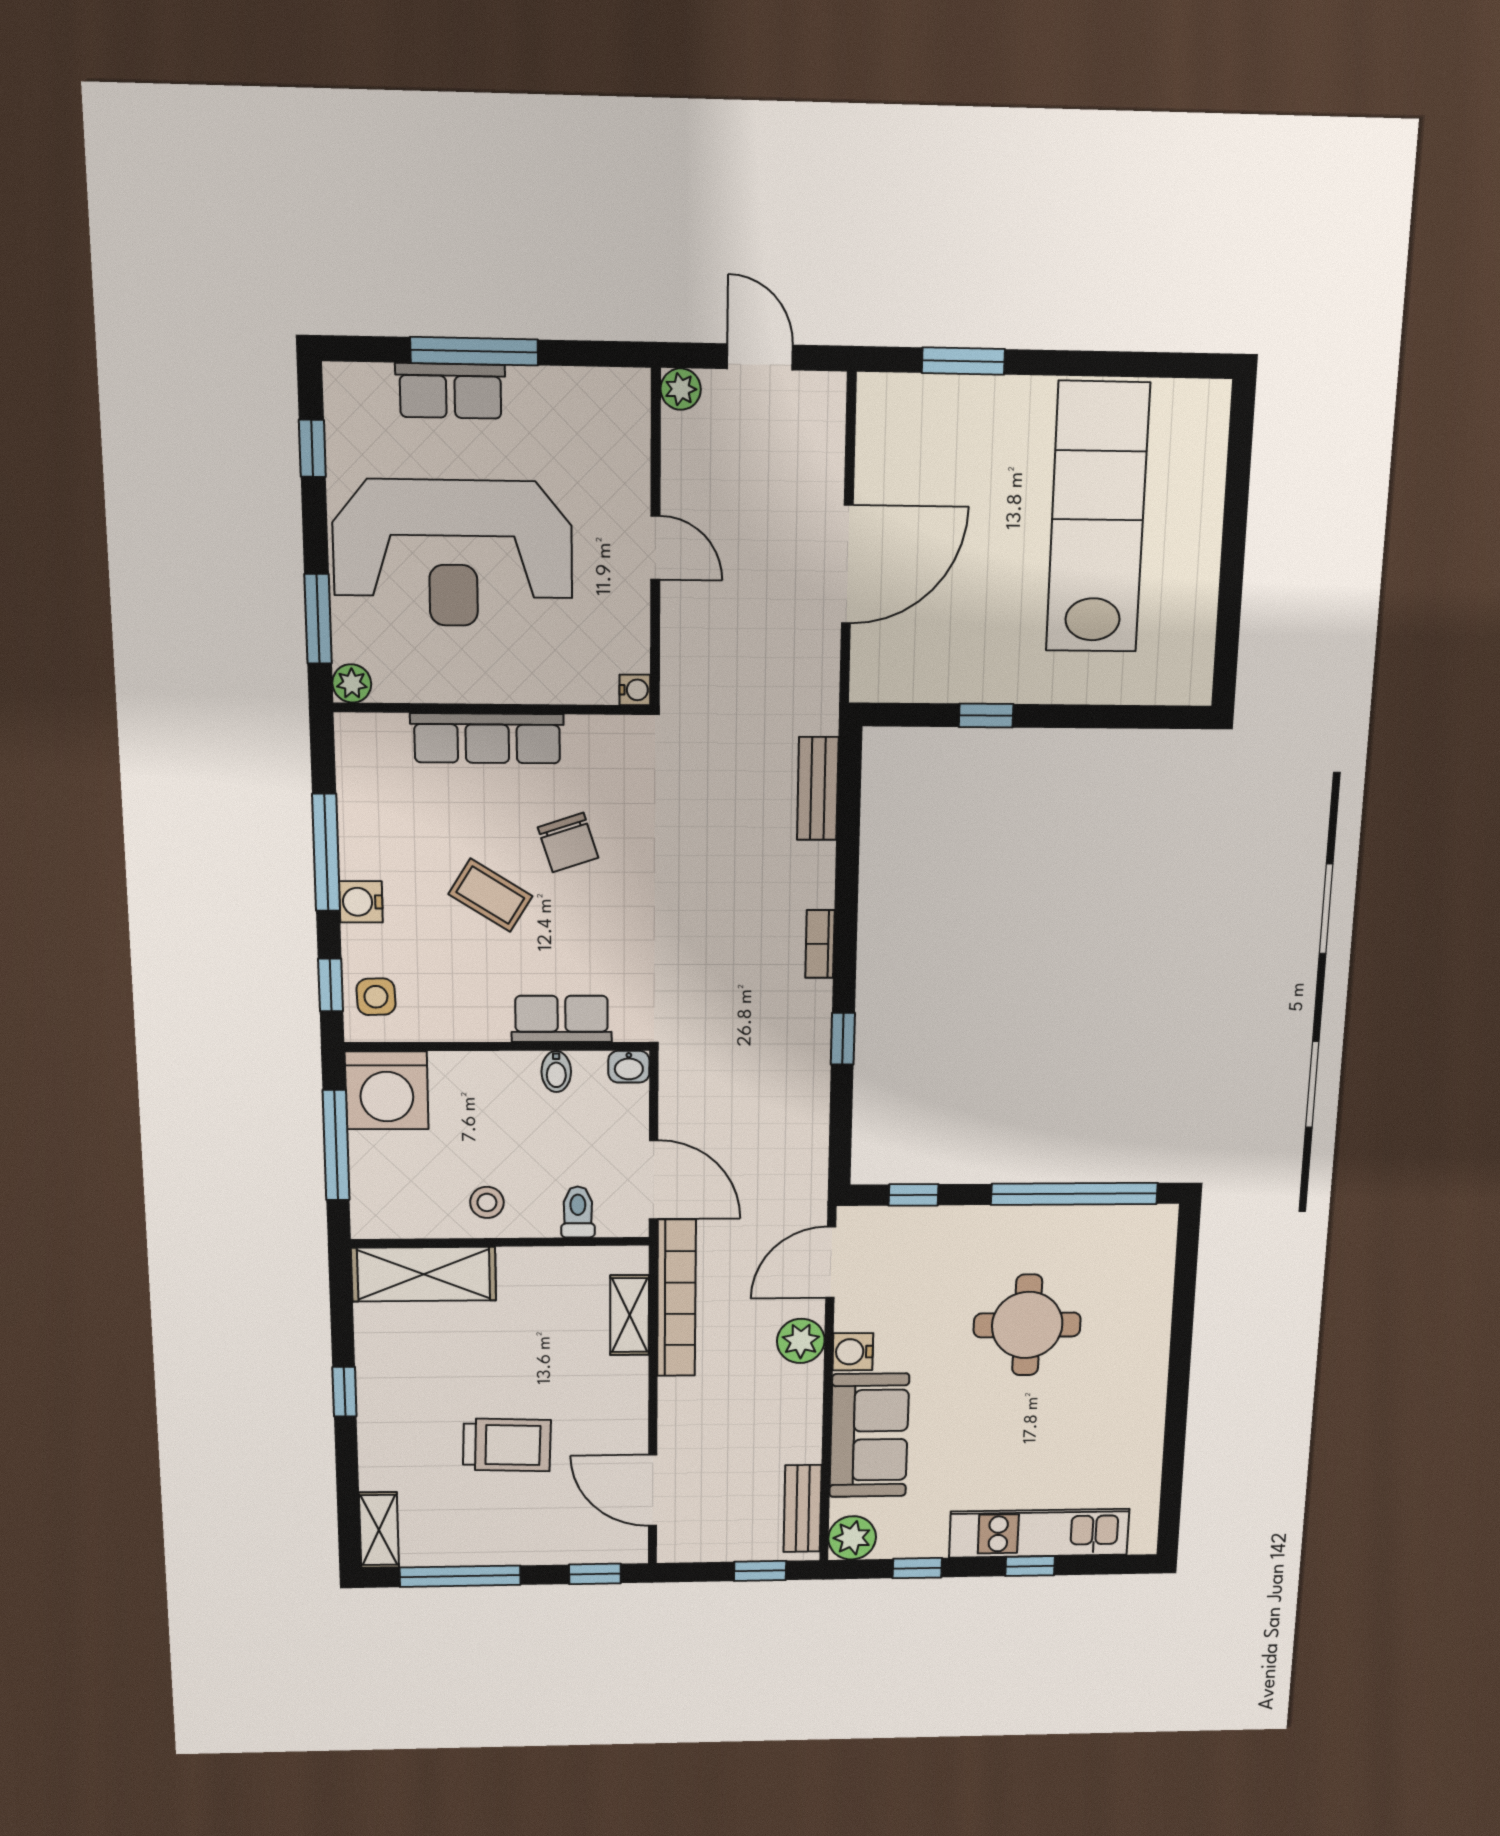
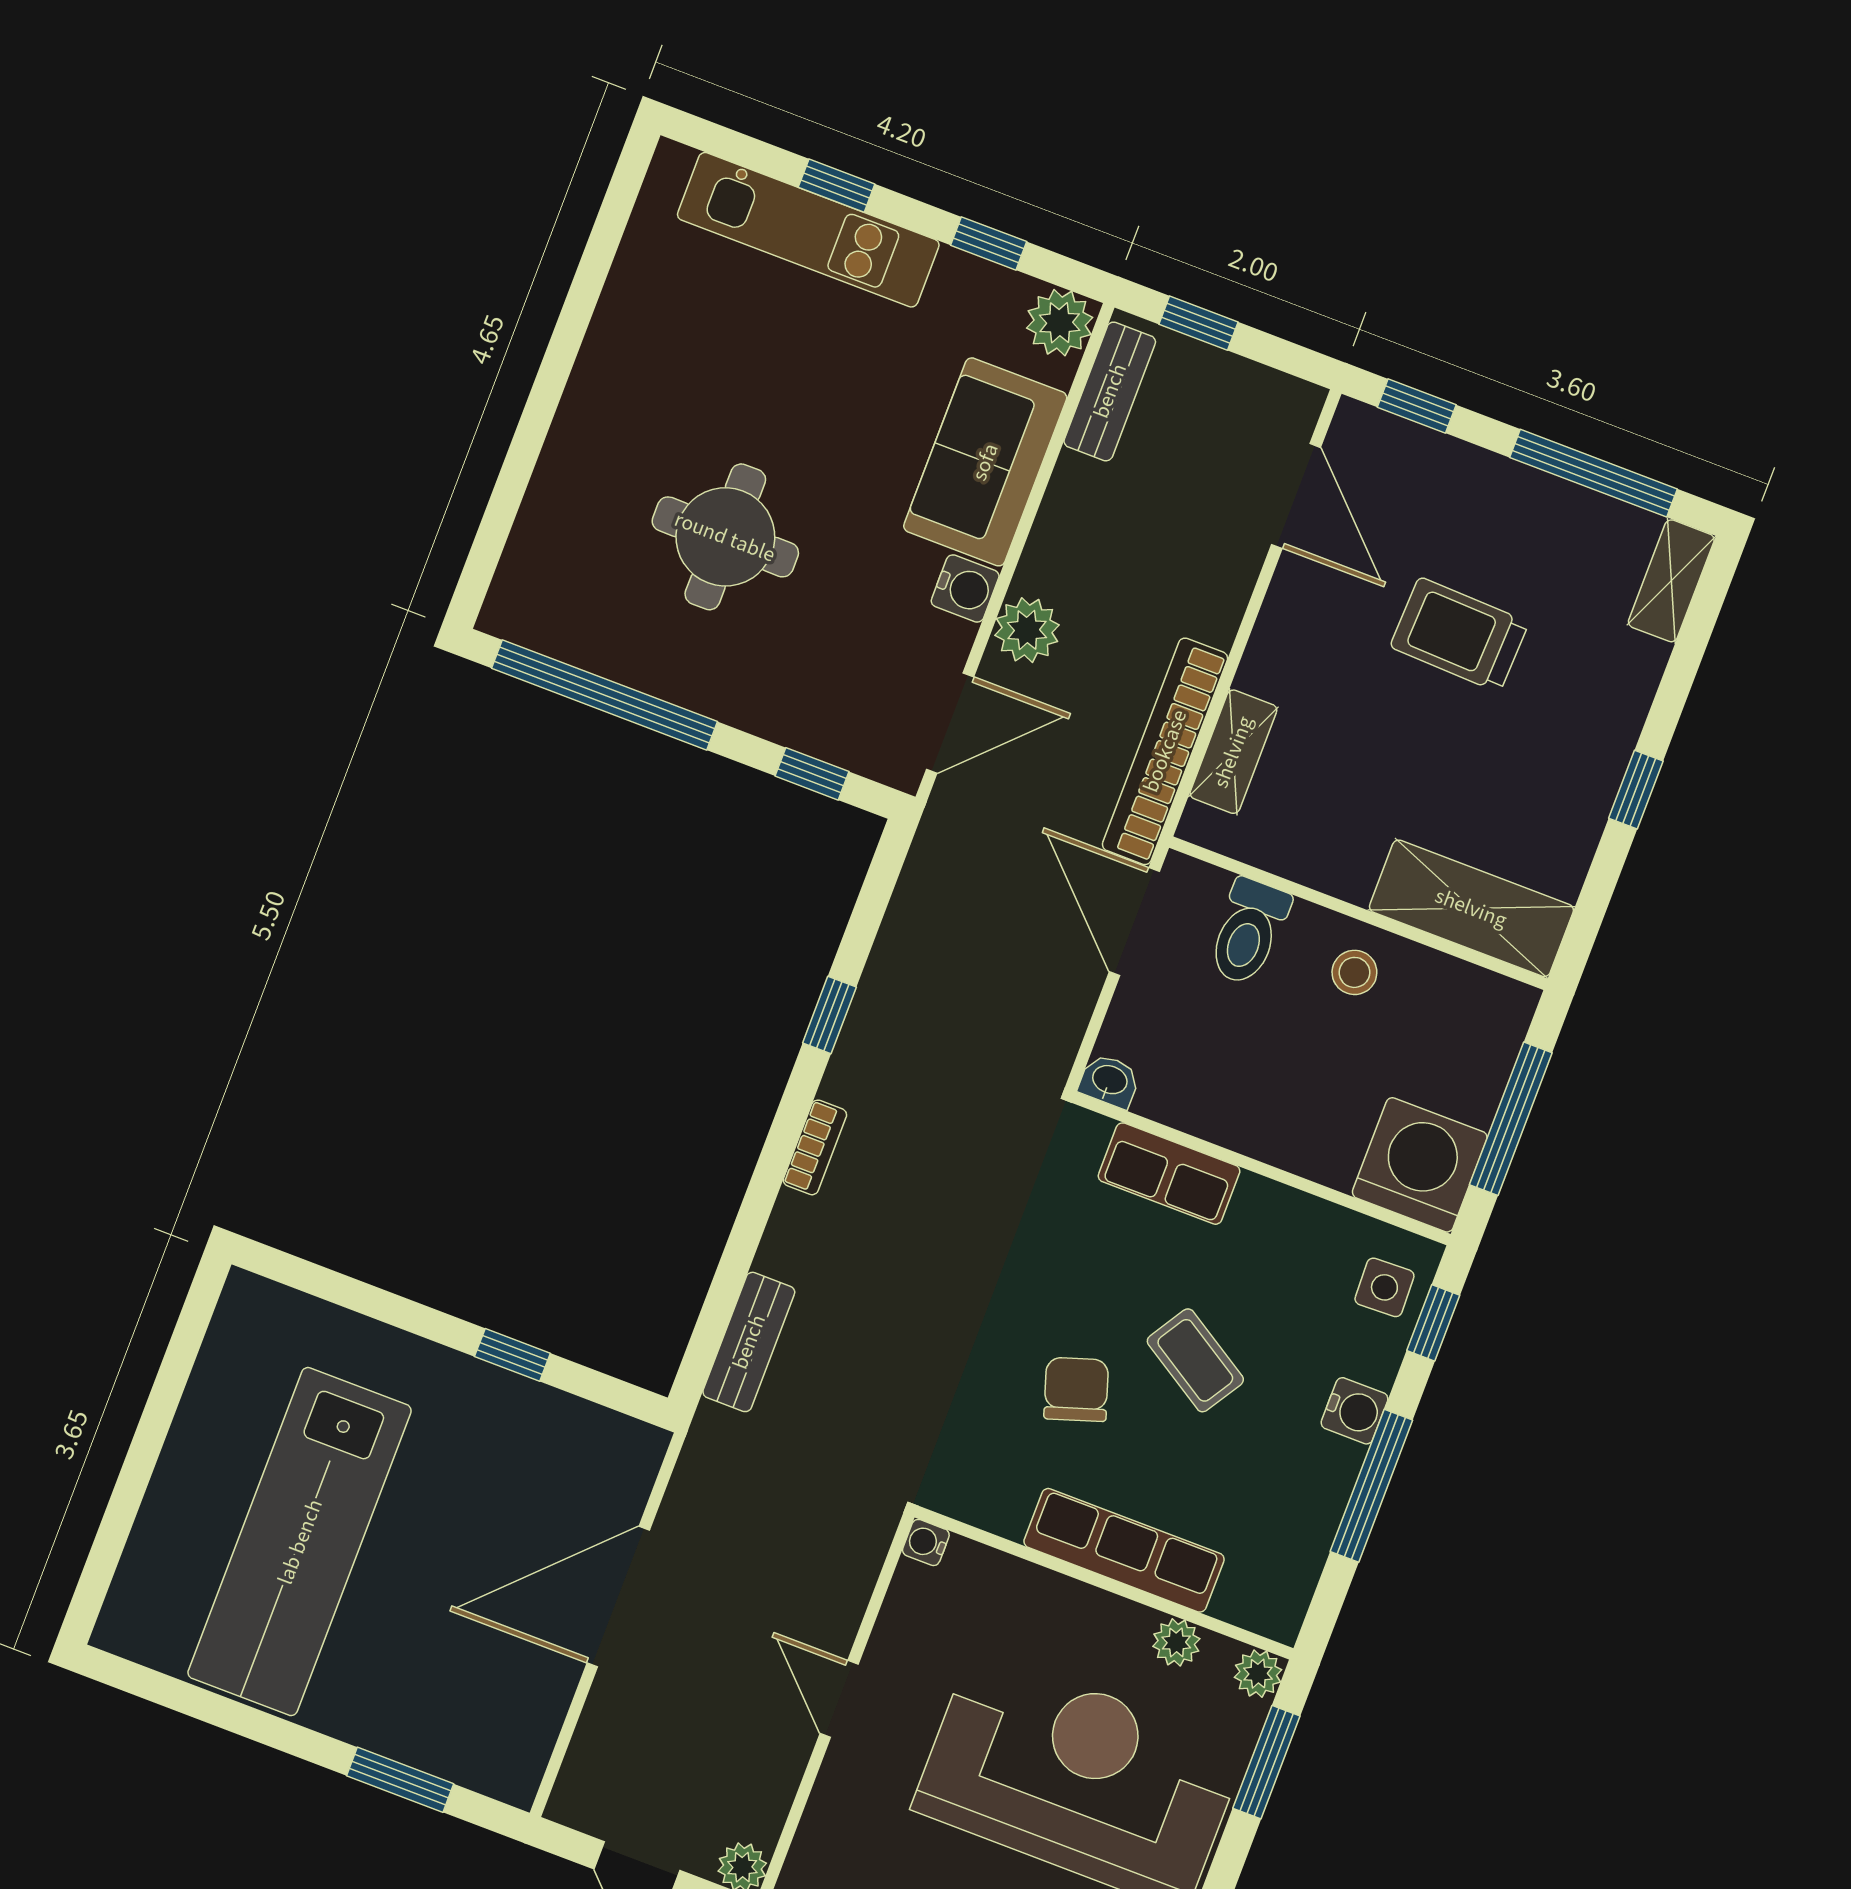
plant: (422, 684) -> (1176, 1642), added
bidet: (556, 1072) -> (1202, 1109), removed
toilet: (578, 1212) -> (1248, 932), width x1.37, depth x1.39

